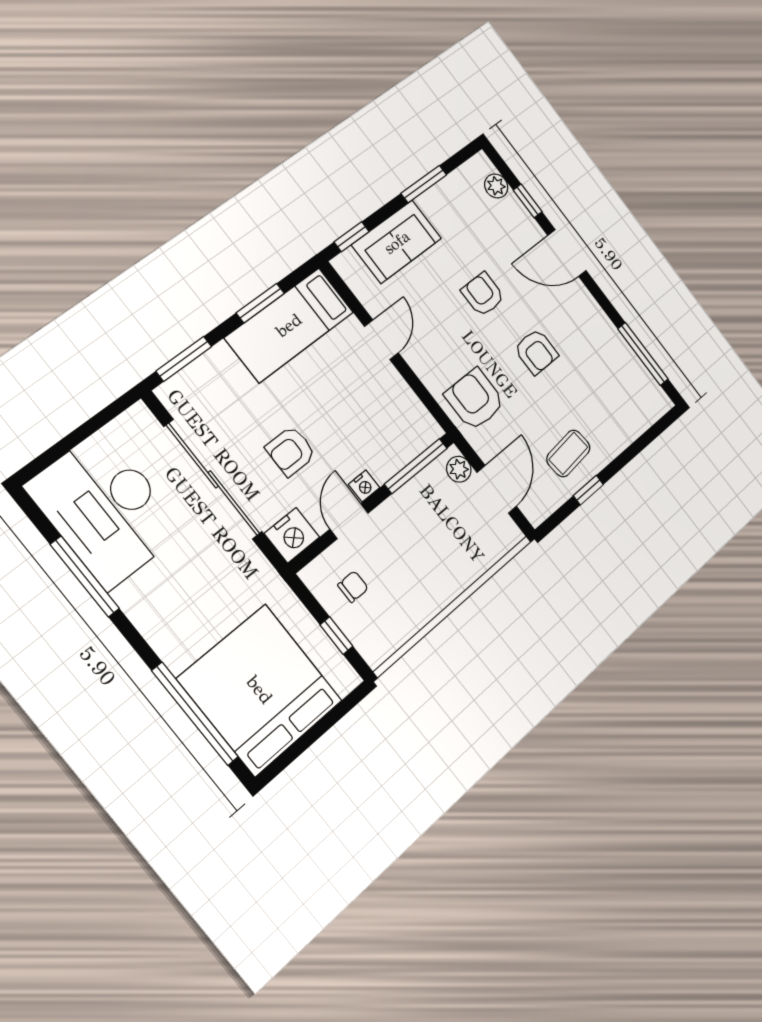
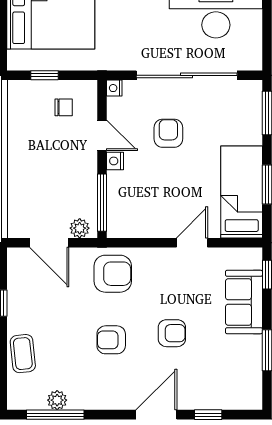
plant: (496, 186) -> (57, 400), moved
door: (381, 340) -> (192, 243), swing flipped
coffee table: (568, 453) -> (23, 354), moved
nightstand: (292, 535) -> (114, 88), width x0.53, depth x0.56
chair: (353, 587) -> (64, 107), turned -90

